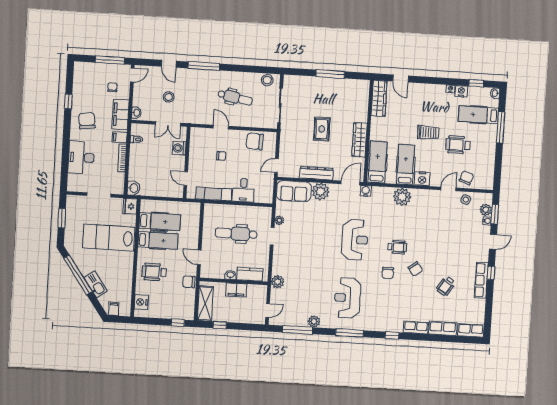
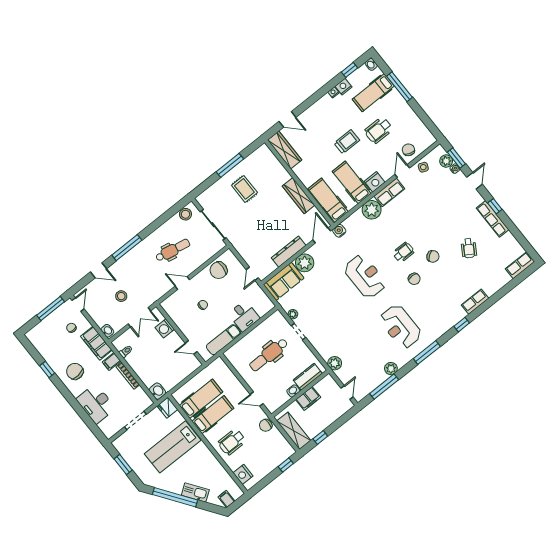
rug: (322, 129) -> (244, 189), moved
row of seats: (443, 328) -> (389, 192), moved, turned 180

